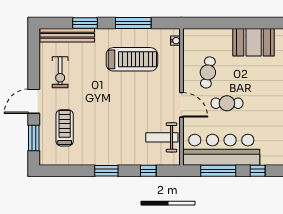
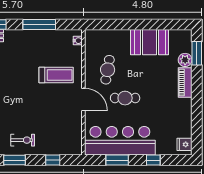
treadmill: (132, 59) -> (56, 75), moved, width x0.73, depth x0.73
weight bench: (162, 137) -> (65, 129), removed
exercise bike: (115, 149) -> (23, 140), added
window: (218, 171) -> (117, 160), width x0.69

